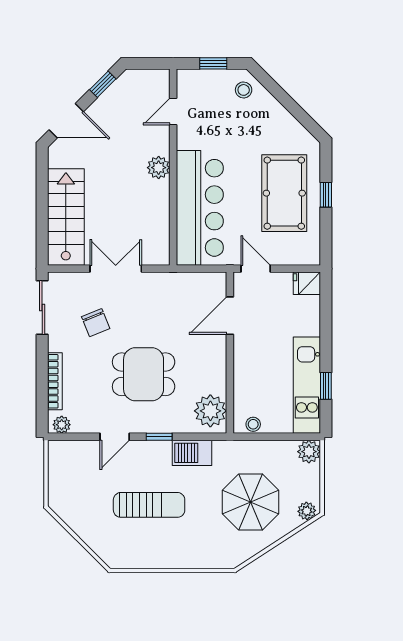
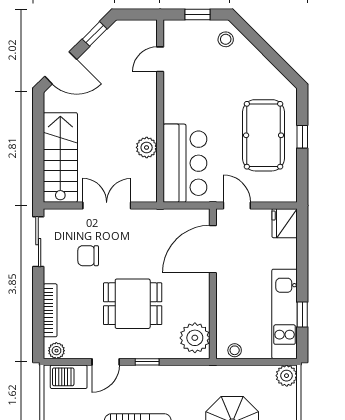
plant: (159, 168) -> (147, 147), moved
bar counter: (200, 208) -> (185, 163), width x0.73
fridge: (307, 283) -> (285, 223), width x1.38
door: (230, 316) -> (213, 249), width x1.36
chair: (96, 323) -> (88, 256), turned 112
barbecue: (192, 453) -> (69, 377), moved

